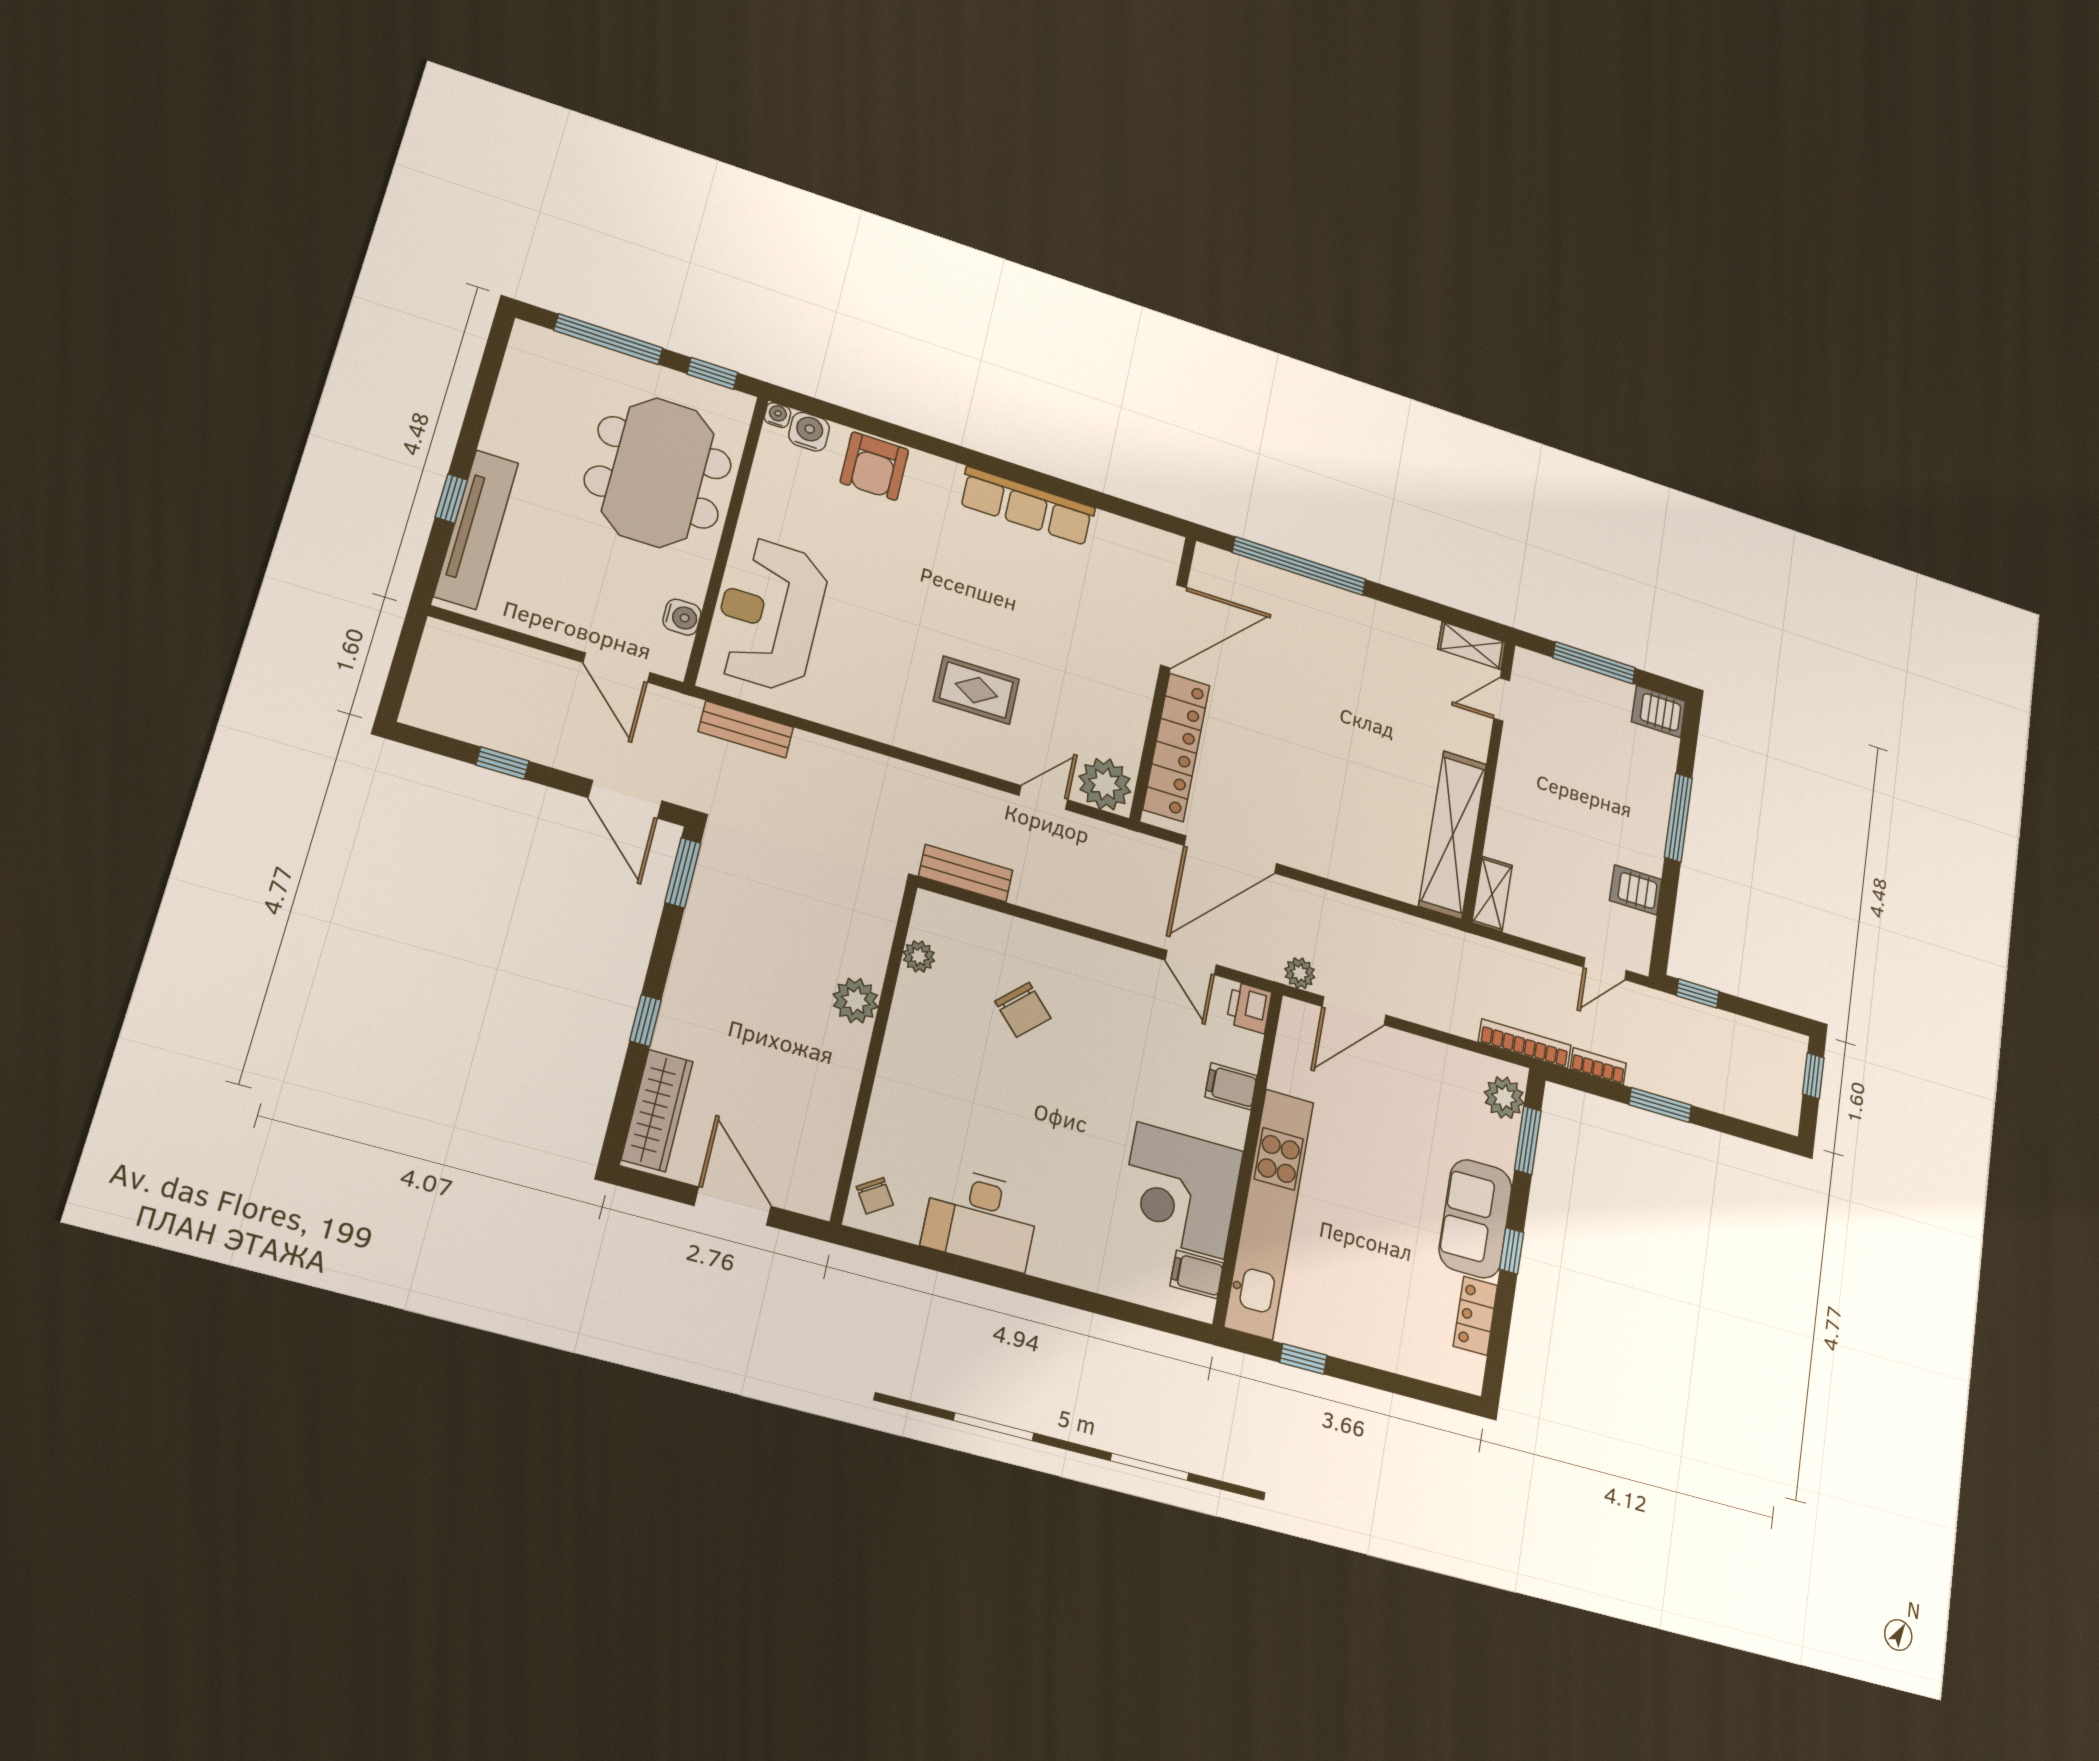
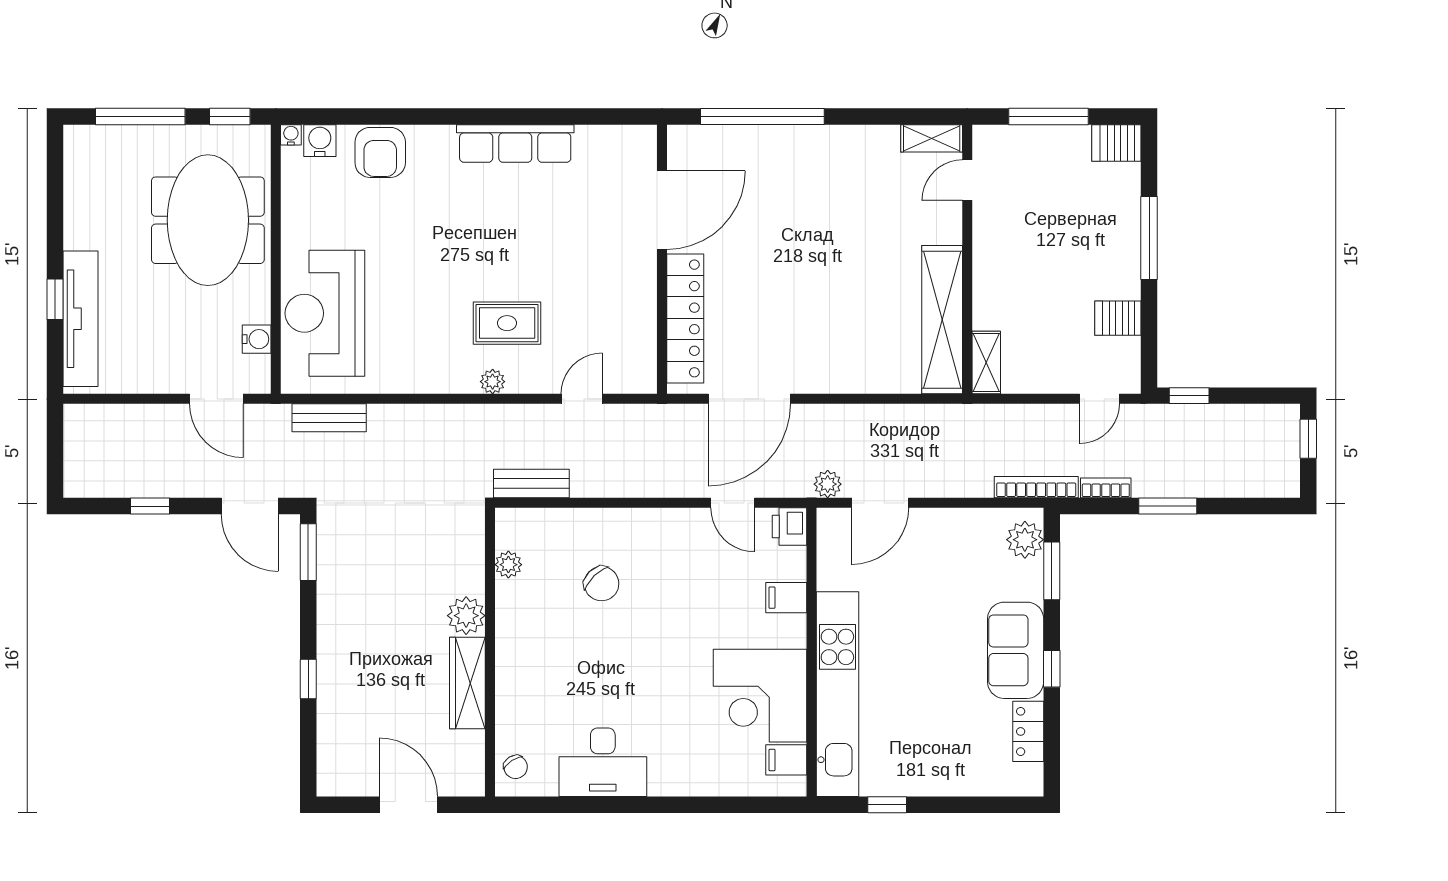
plant: (1105, 784) -> (493, 382), moved, width x0.53, depth x0.53
wardrobe: (657, 1110) -> (467, 683), moved, turned 180

